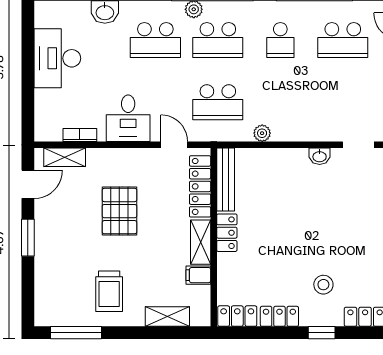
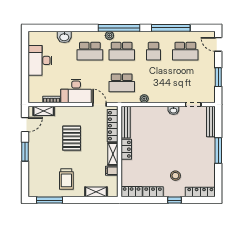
desk: (128, 118) -> (76, 91), width x1.37

